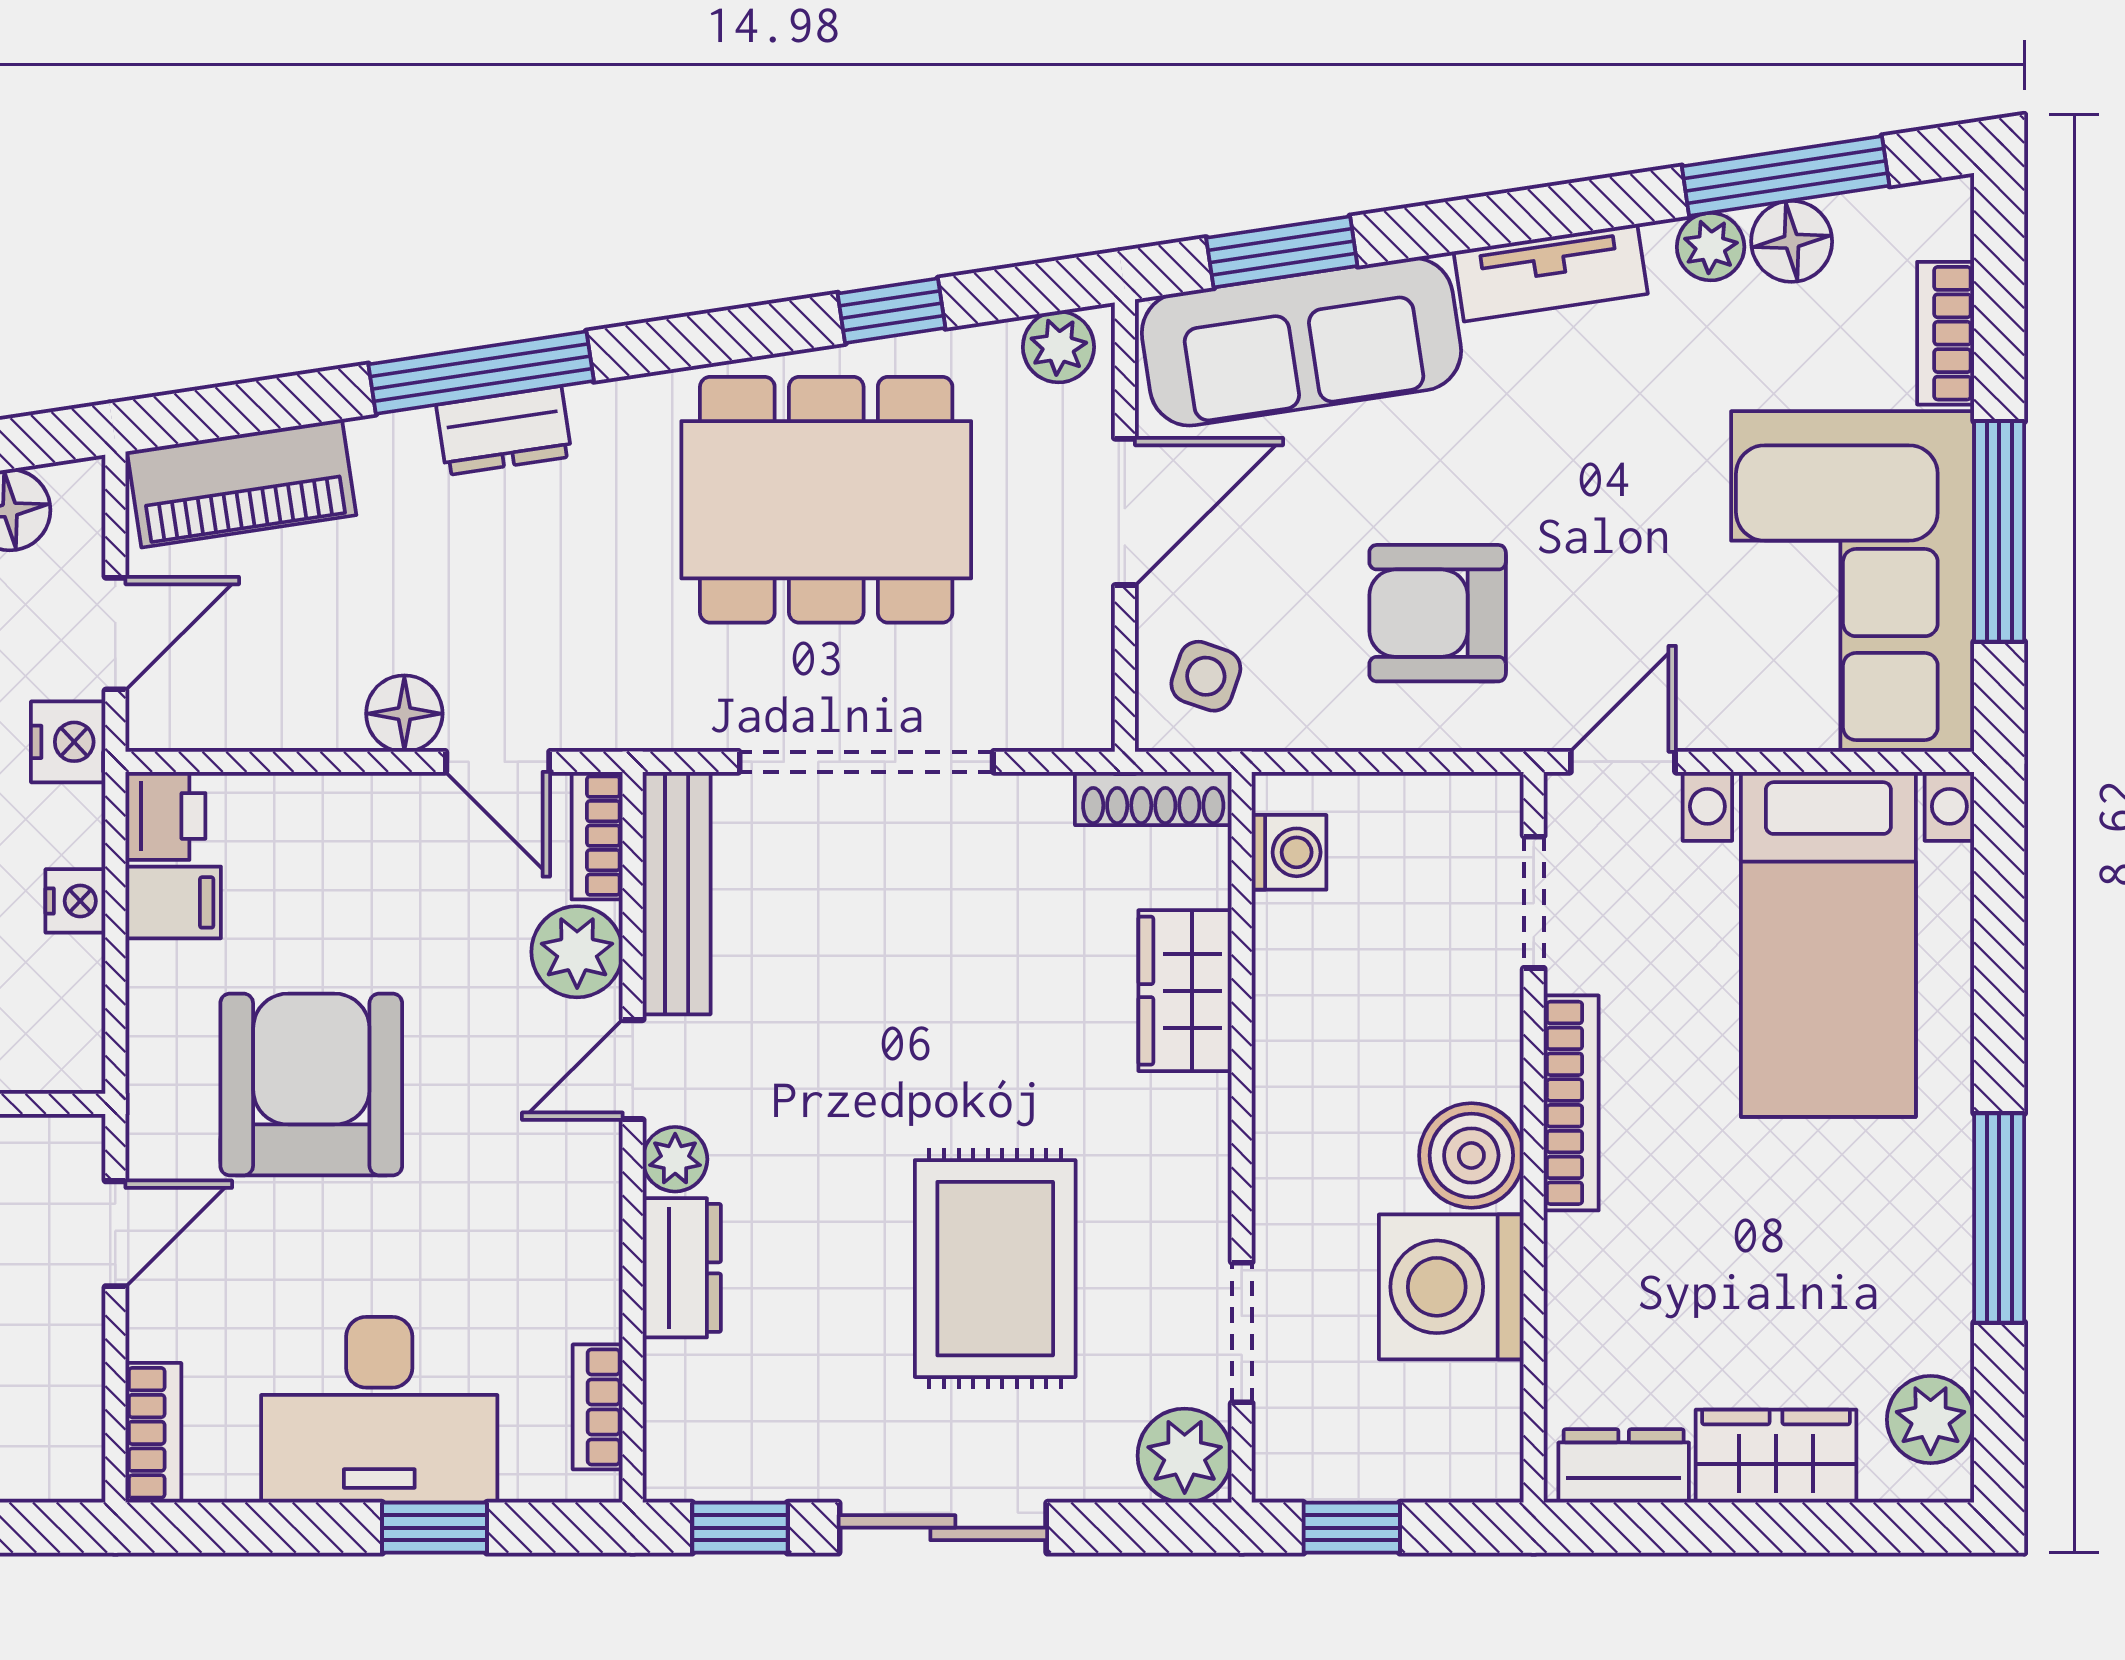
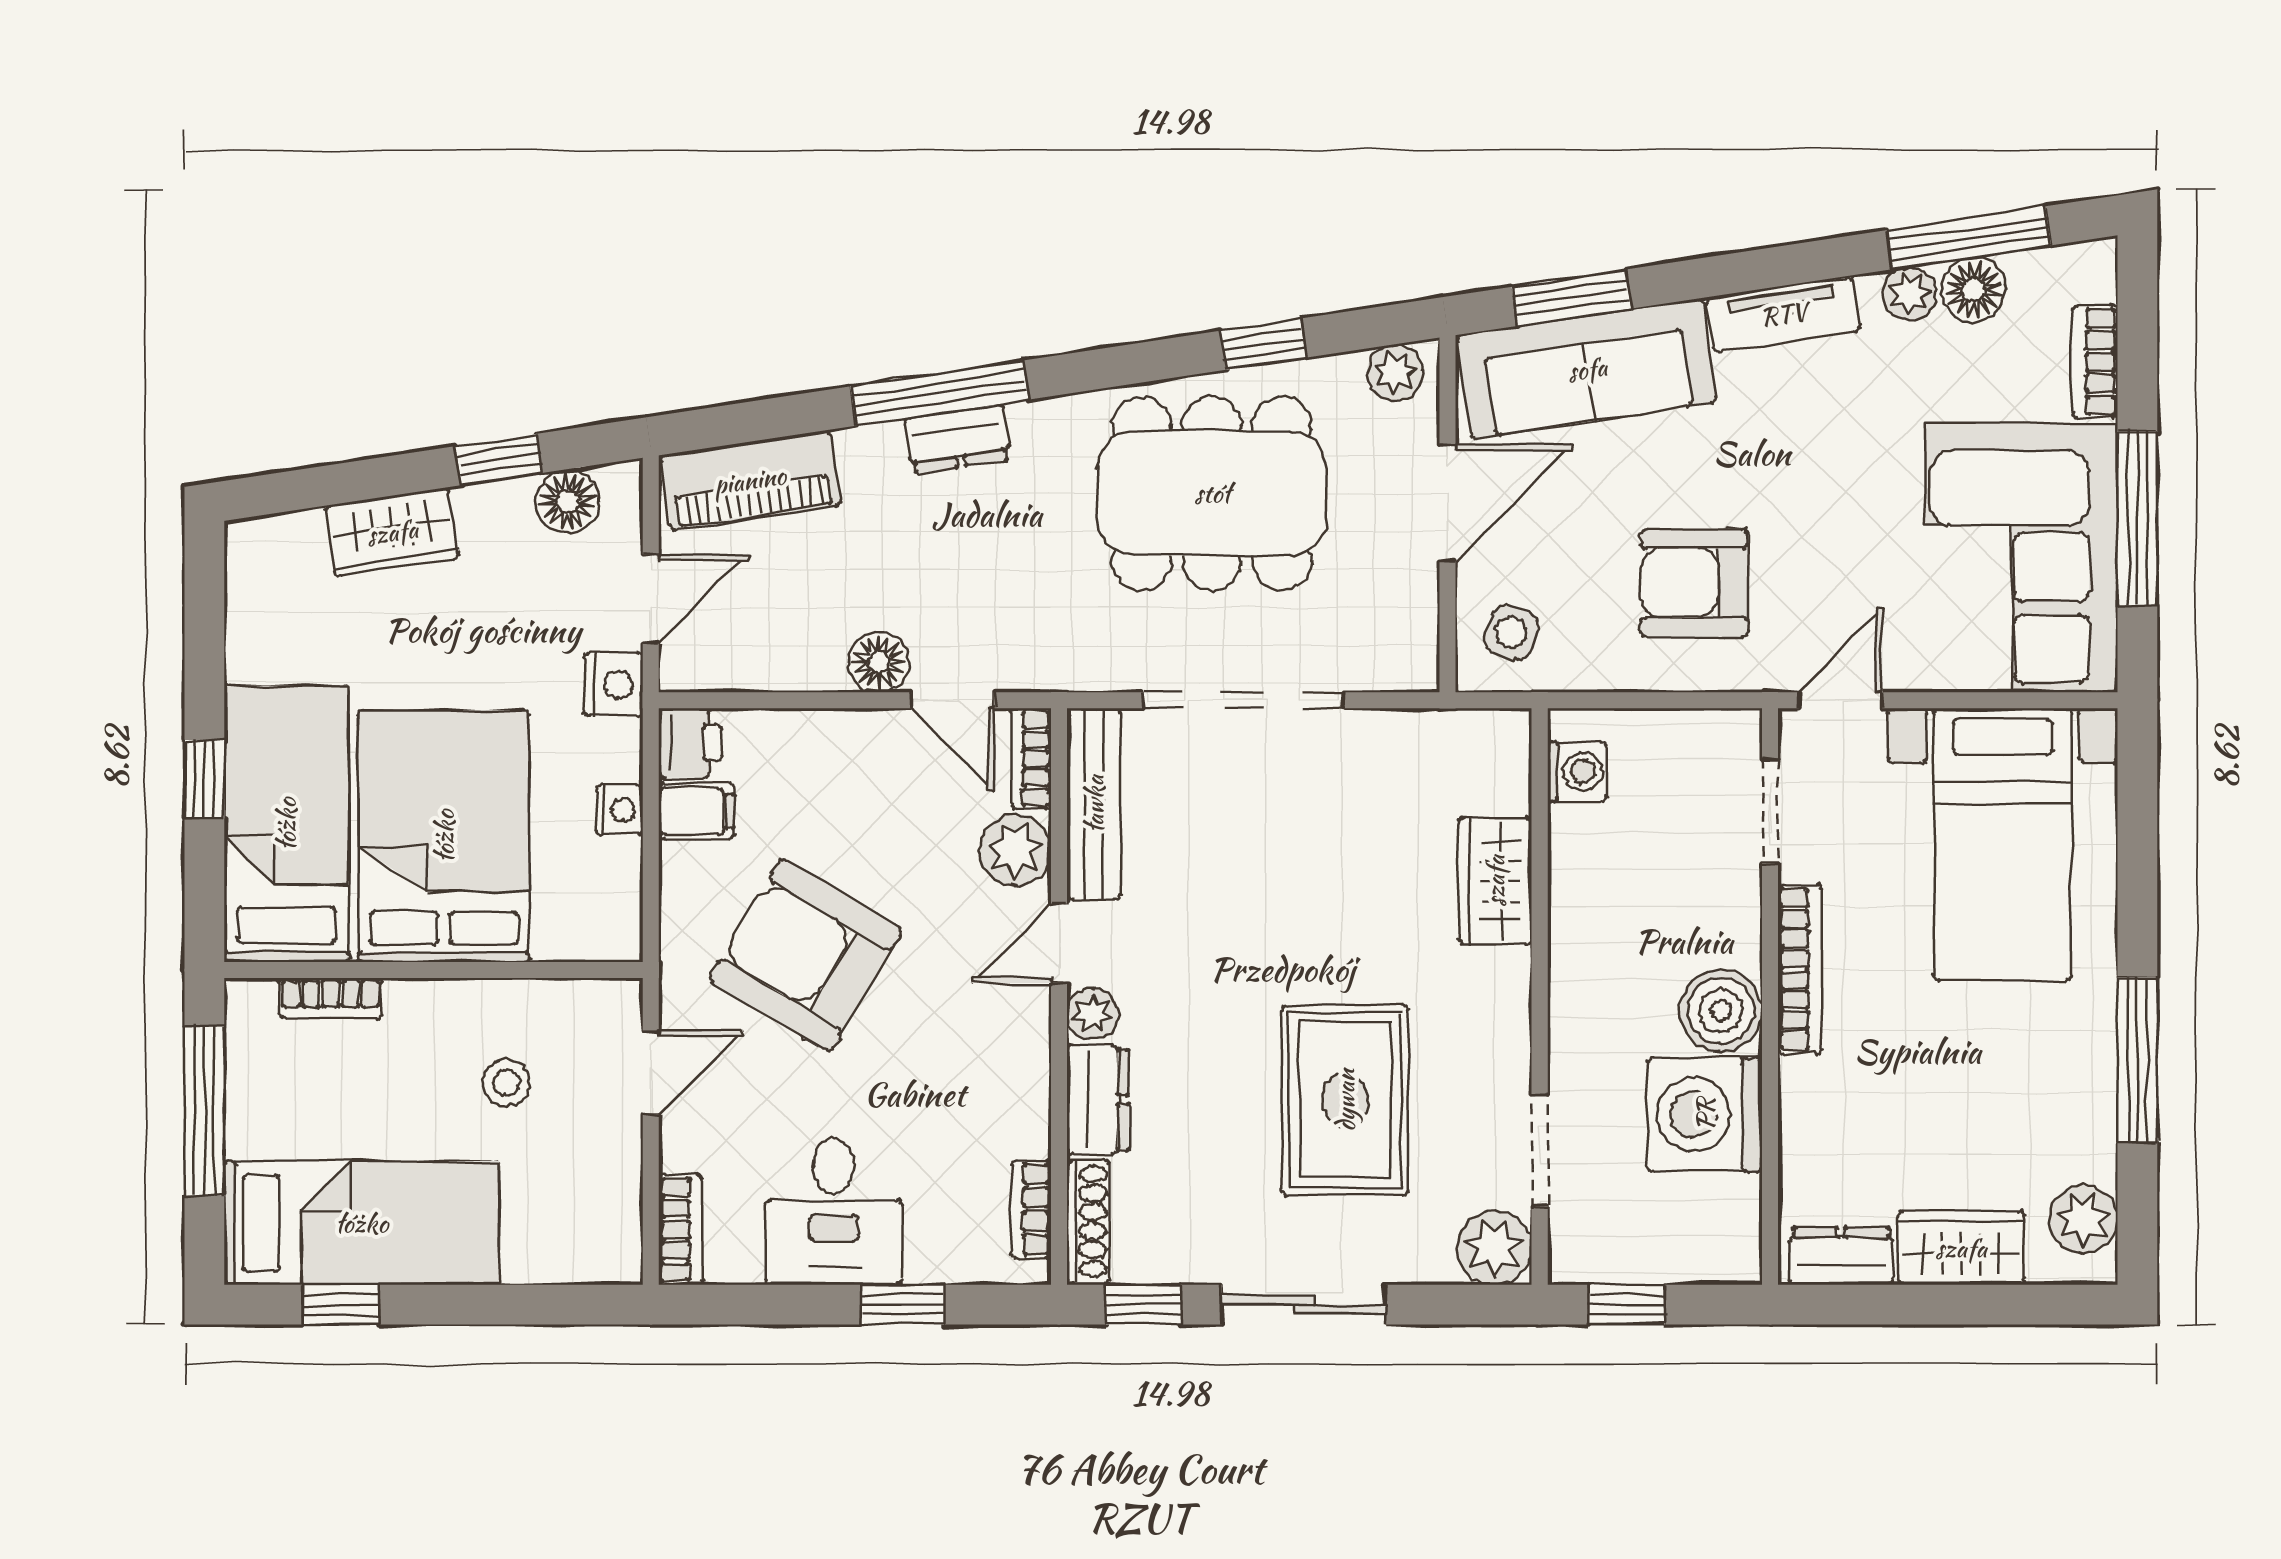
shoe rack: (1153, 799) -> (1088, 1222), moved, turned -90
armchair: (311, 1084) -> (805, 955), turned -59
desk: (379, 1410) -> (834, 1212), width x0.73

